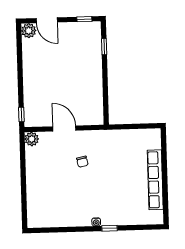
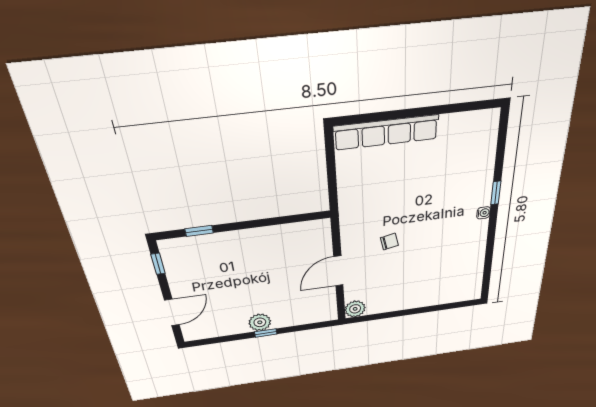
plant: (29, 31) -> (260, 322), moved
window: (21, 115) -> (266, 333), moved
row of seats: (155, 180) -> (386, 132), moved

